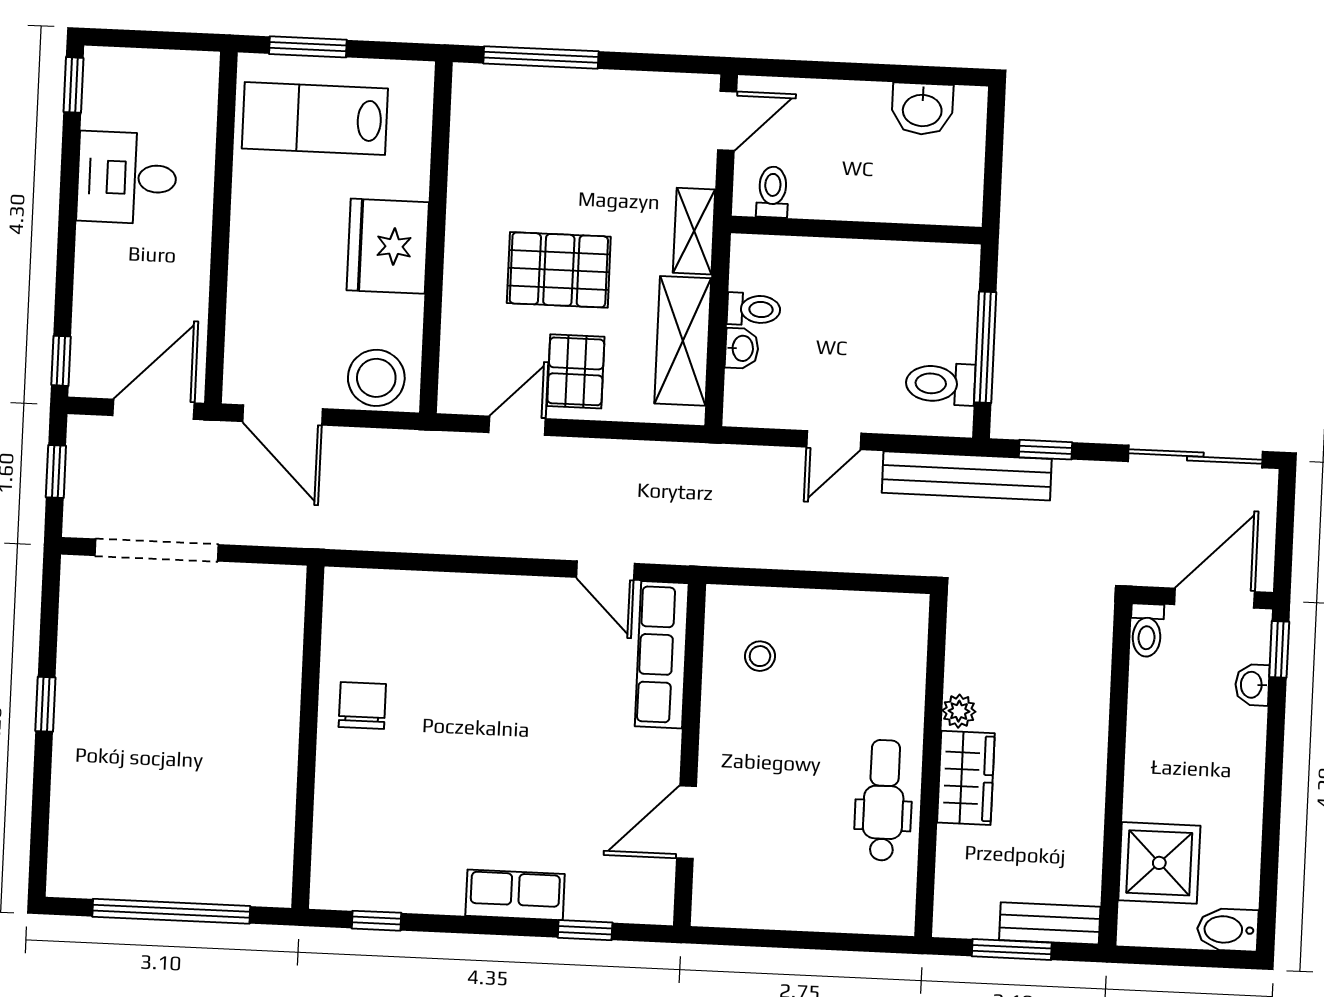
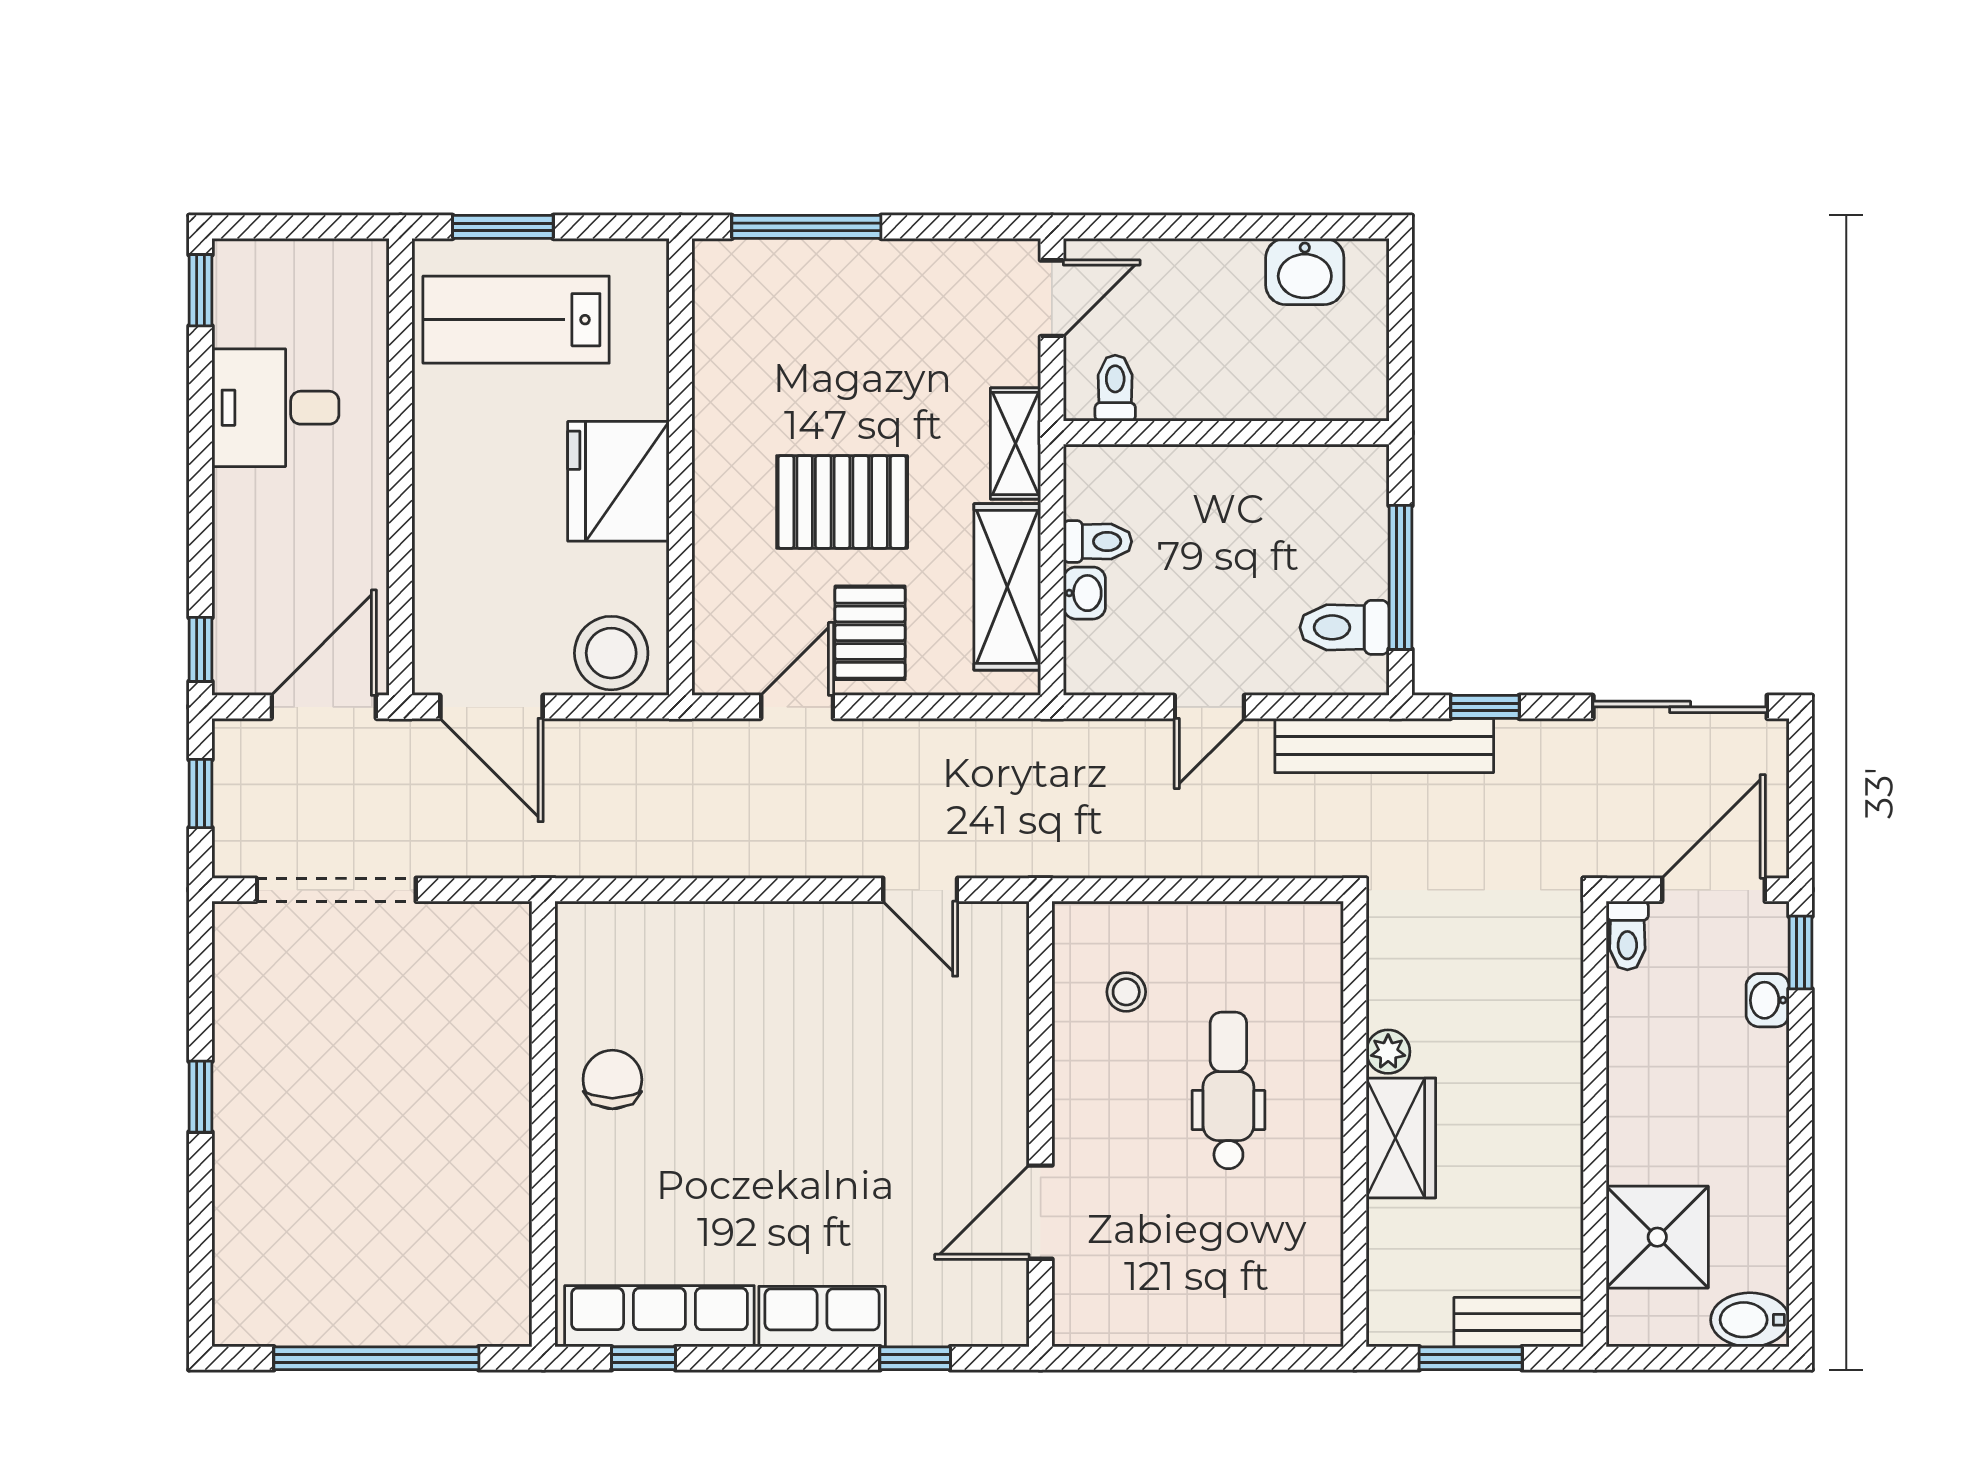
row of seats: (662, 655) -> (659, 1316), moved, turned 90
dental chair: (884, 800) -> (1228, 1090), moved

